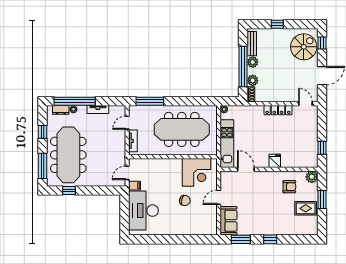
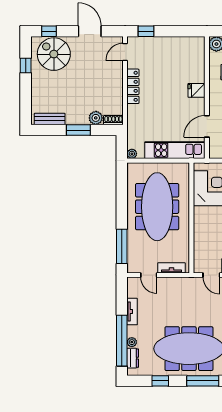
window: (277, 24) -> (26, 66), moved
plant: (253, 62) -> (73, 118), removed
window: (243, 66) -> (78, 130), width x0.47
window: (322, 148) -> (146, 31), moved

